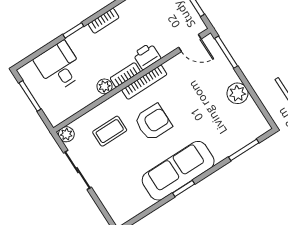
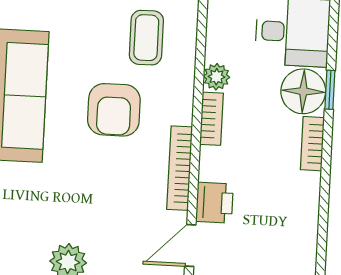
floor lamp: (83, 42) -> (303, 91), added
printer: (147, 56) -> (214, 203), moved
bookcase: (144, 82) -> (180, 168), moved

